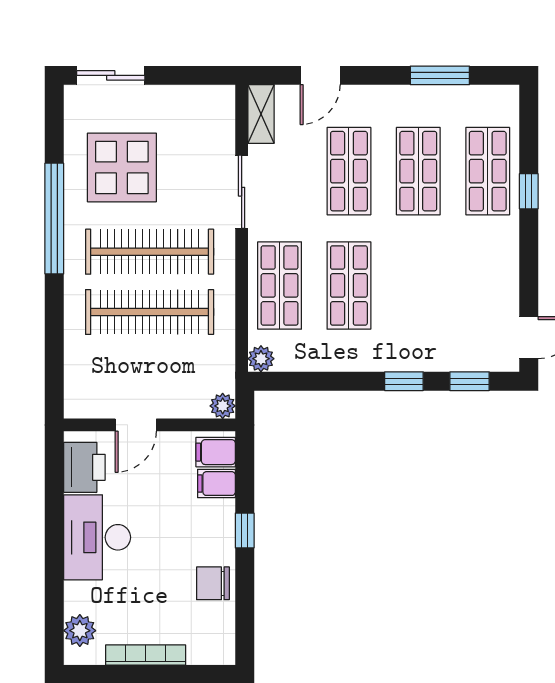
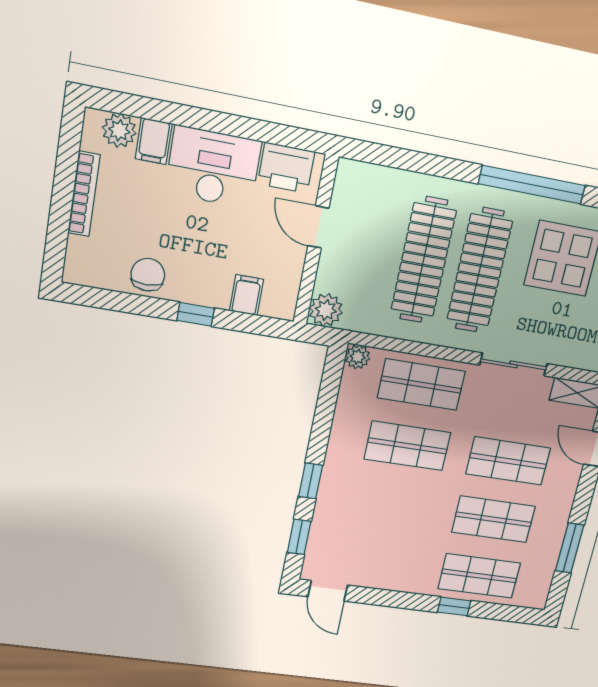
plant: (223, 406) -> (326, 310), width x1.38, depth x1.38
filing cabinet: (216, 452) -> (154, 141), moved, turned 180

